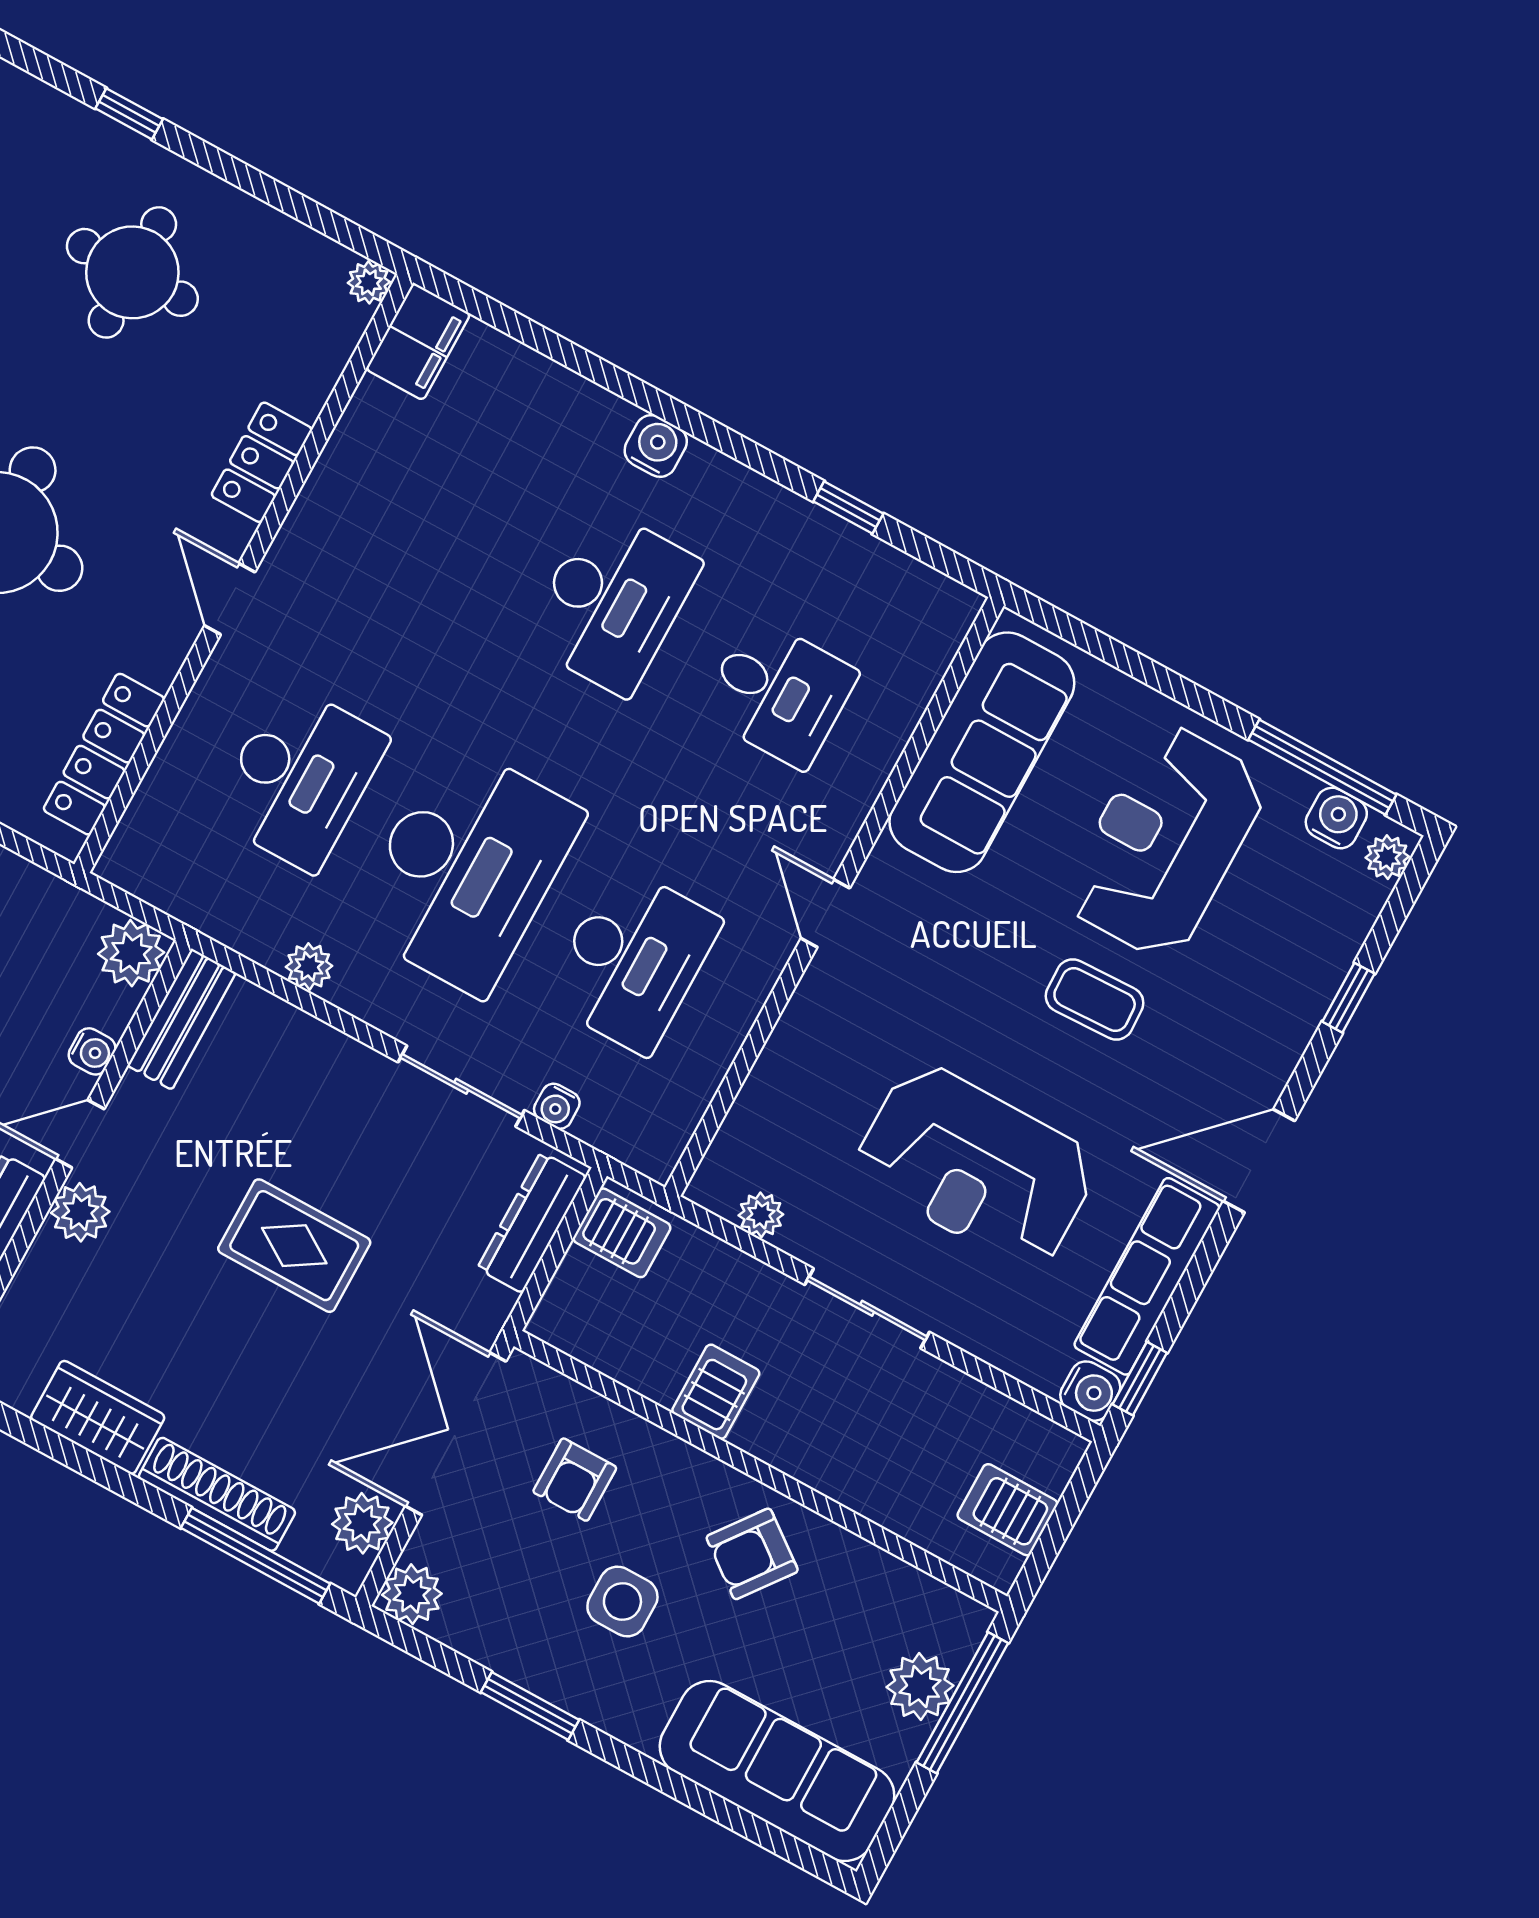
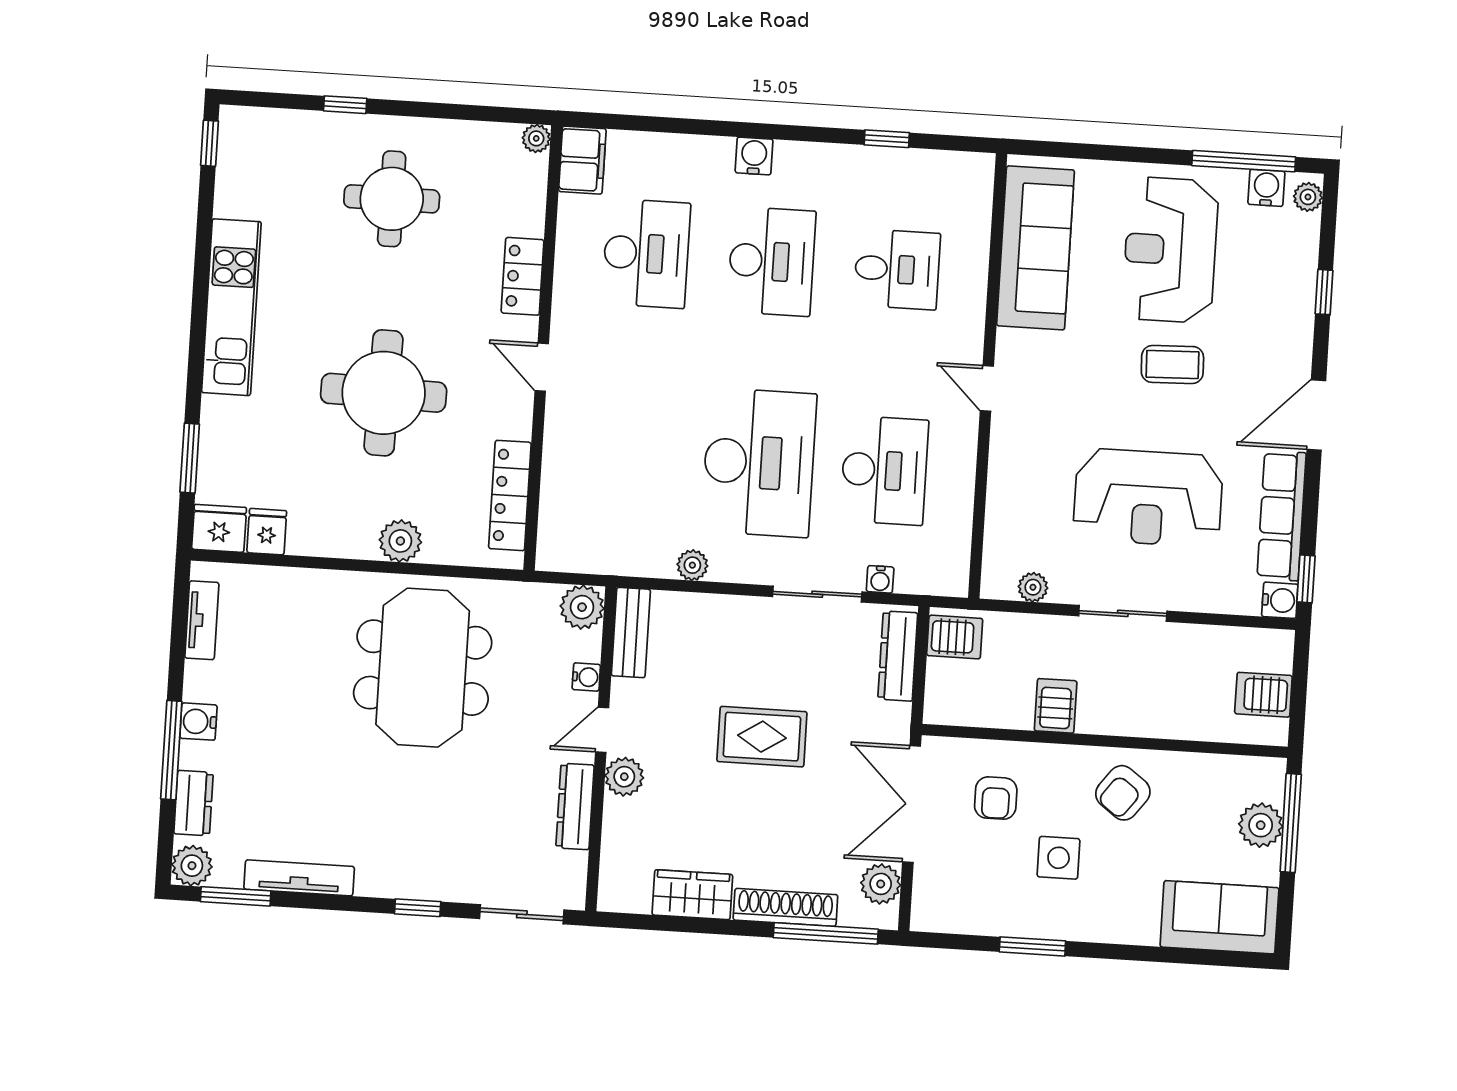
desk: (299, 777) -> (646, 253), moved
plant: (412, 1594) -> (930, 912), removed
sofa: (777, 1771) -> (1219, 917), width x0.73

